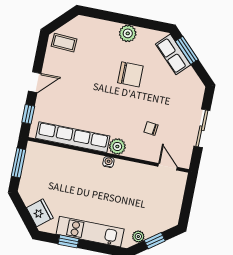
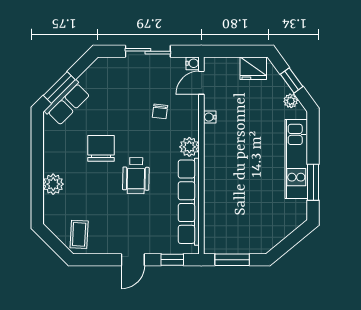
plant: (128, 33) -> (53, 184), moved
door: (35, 82) -> (133, 260), swing flipped
wheelchair: (103, 98) -> (136, 176), added
water cooler: (108, 162) -> (210, 117), moved
water cooler: (185, 163) -> (193, 63), added
fridge: (40, 213) -> (253, 68), moved, turned -140
window: (68, 241) -> (313, 182), width x1.50

